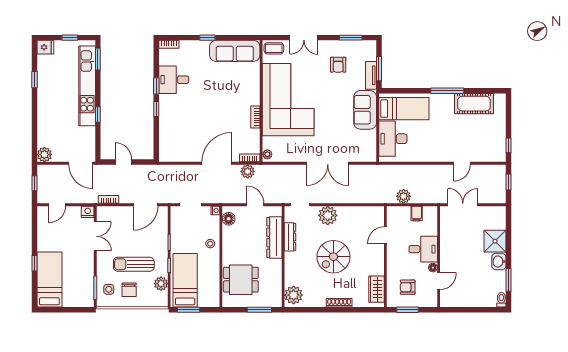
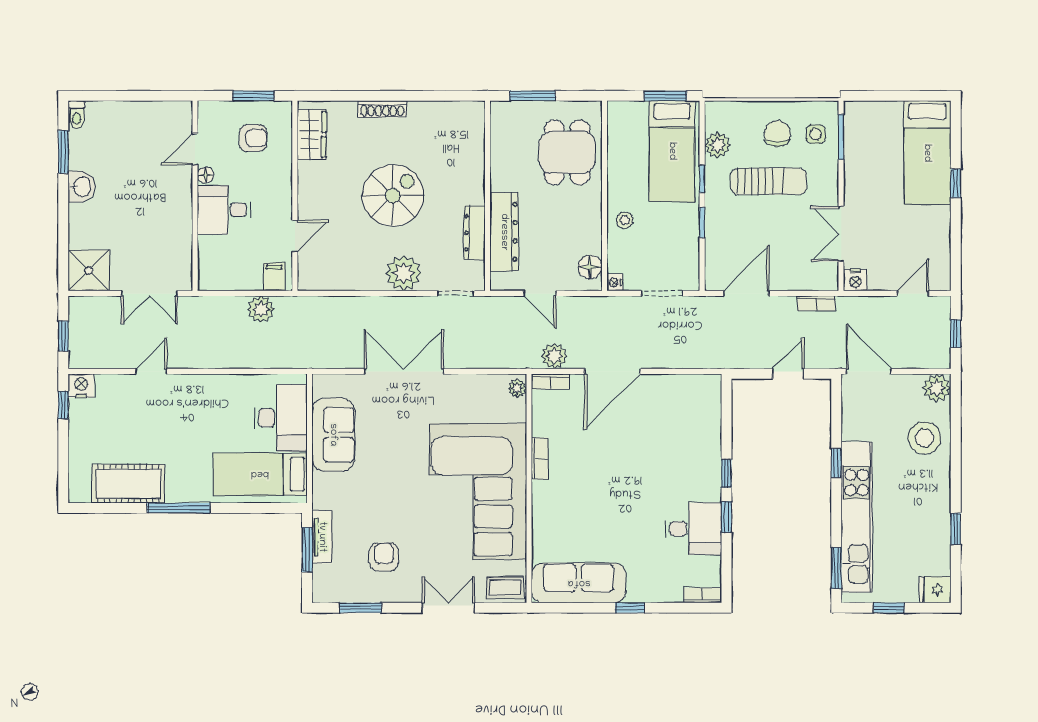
sofa: (365, 110) -> (333, 435), moved
stool: (51, 128) -> (924, 438), added
nightstand: (499, 156) -> (81, 386), added
door: (123, 162) -> (788, 374), swing flipped
filing cabinet: (417, 213) -> (274, 277), moved
shower: (495, 241) -> (89, 270), moved
dining table: (241, 280) -> (567, 152), turned 90
plant: (294, 295) -> (468, 123), removed

